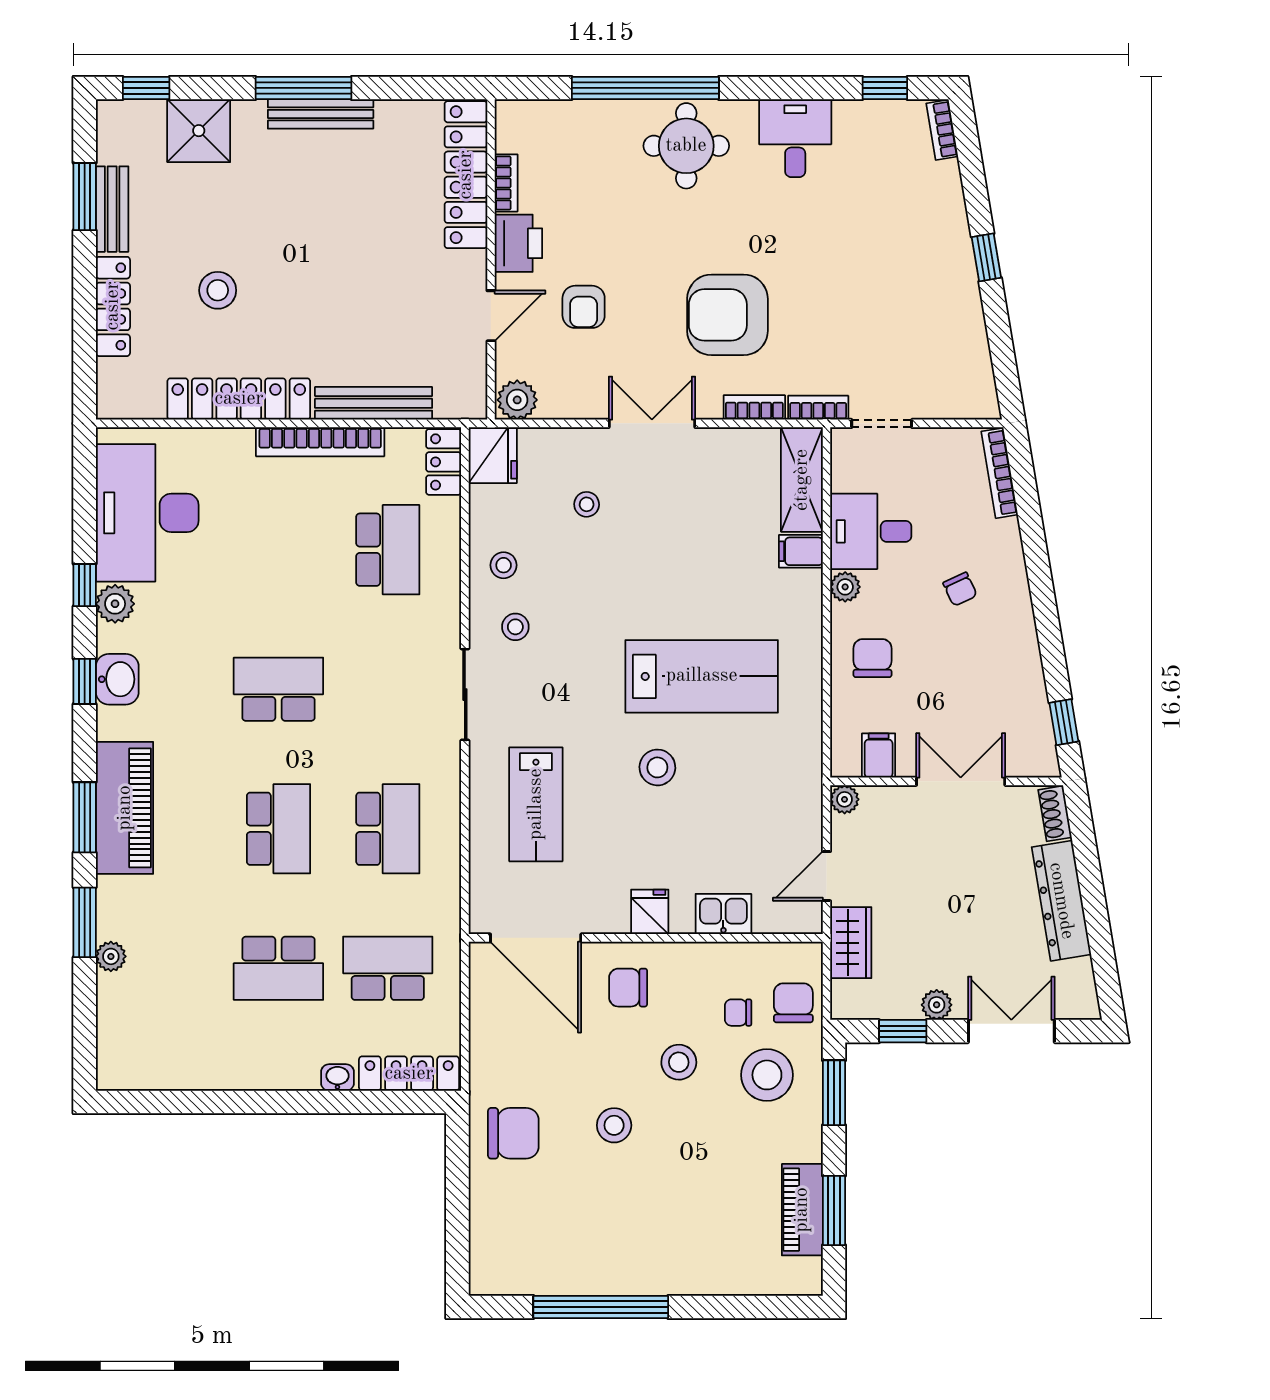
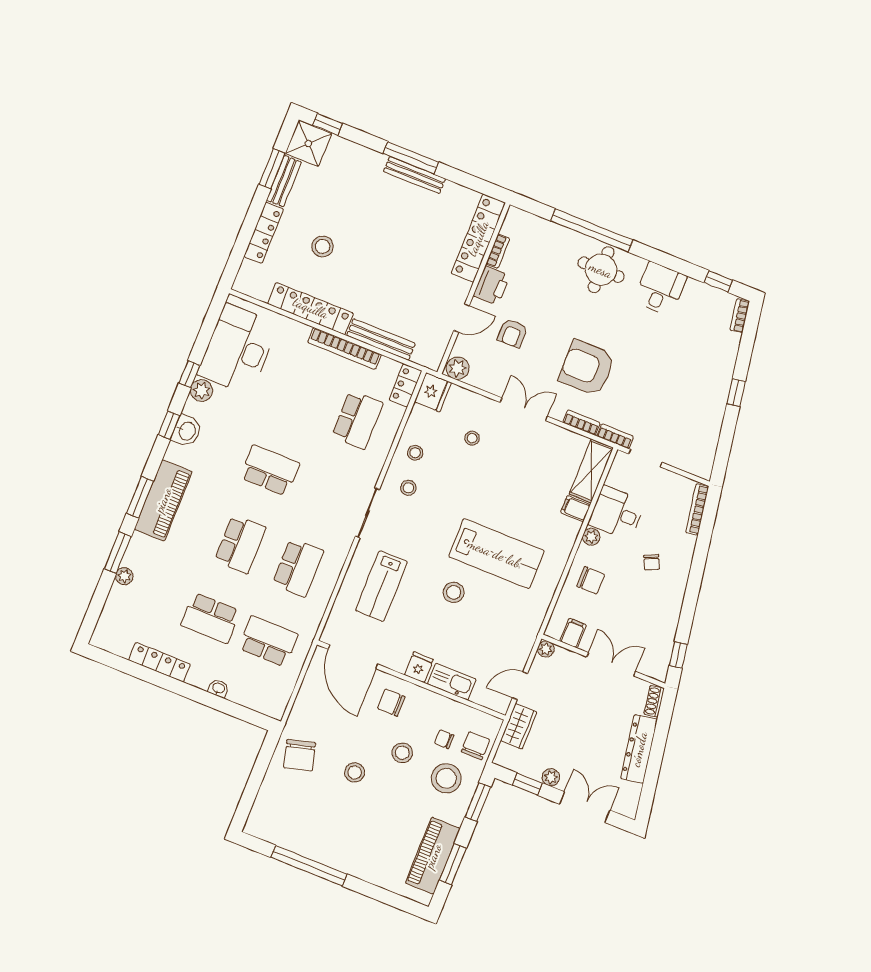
shower: (199, 131) -> (308, 143), moved
chair: (872, 658) -> (591, 580), turned 90
kitchen sink: (723, 914) -> (452, 682), width x1.38
locker: (409, 1074) -> (159, 662), moved
chair: (513, 1133) -> (300, 755), turned 75
piano: (802, 1210) -> (433, 856), width x1.37, depth x1.33

